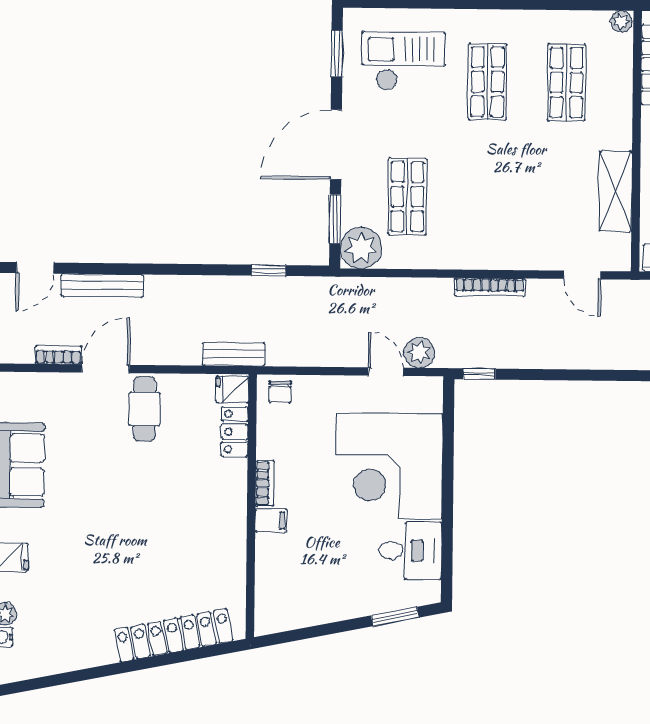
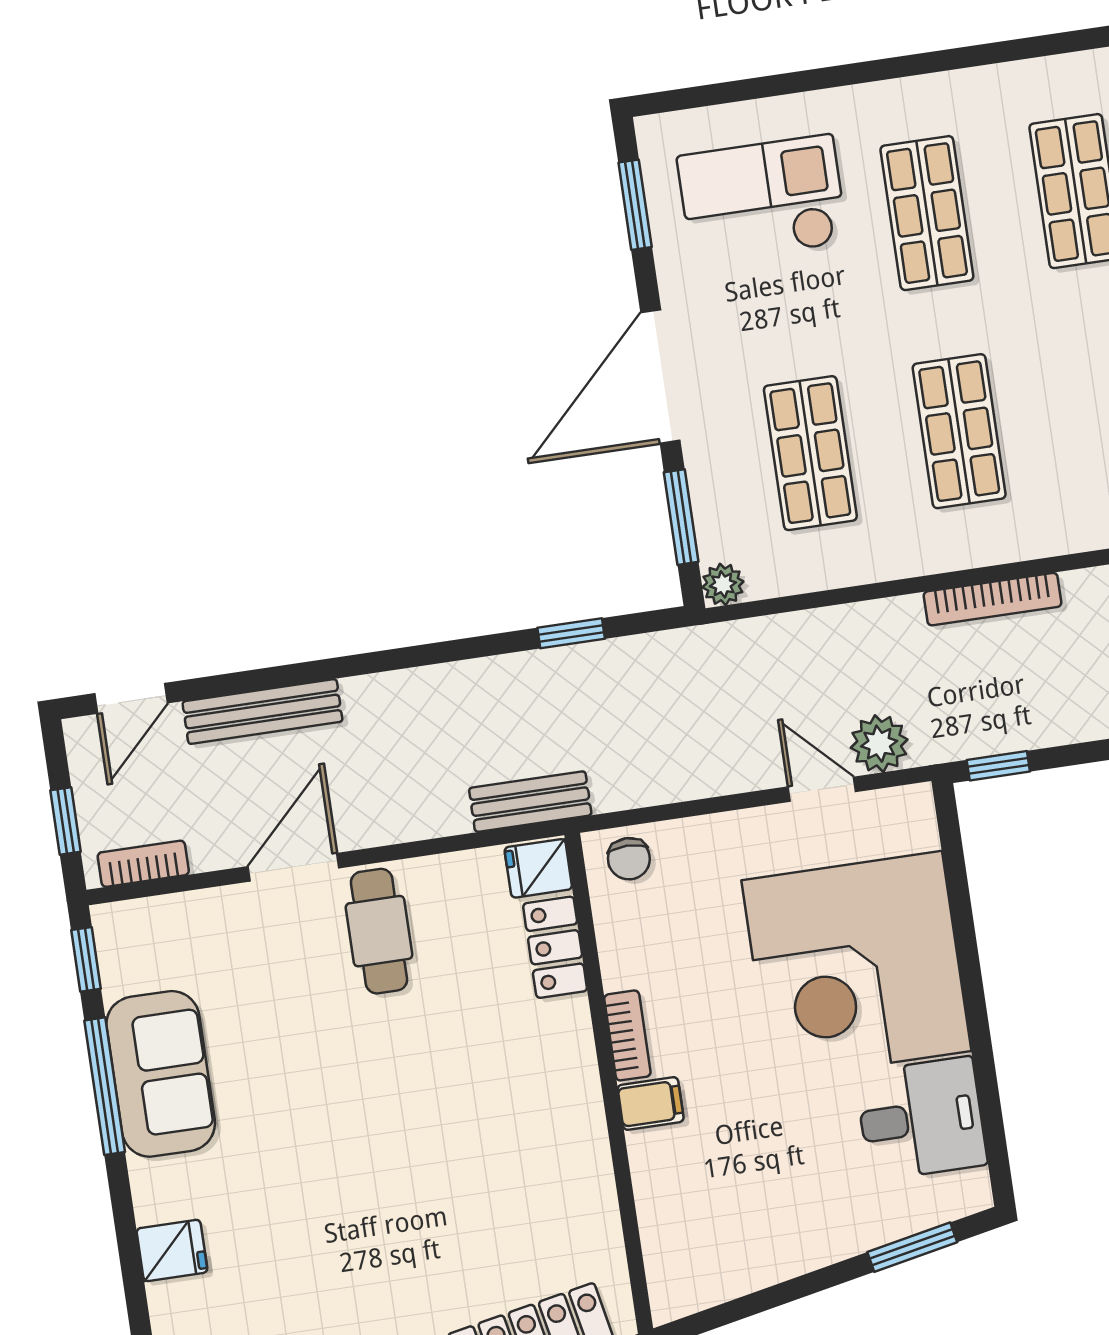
shop shelf: (486, 197) -> (959, 431), added
plant: (361, 248) -> (723, 584), width x0.53, depth x0.53
bookcase: (59, 355) -> (143, 864), moved

